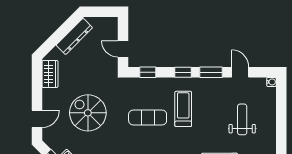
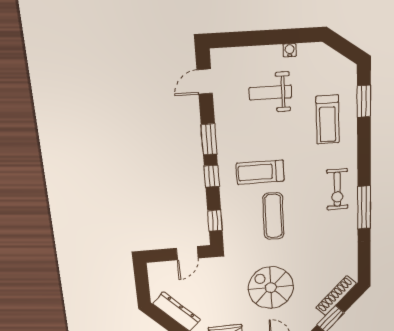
door: (240, 72) -> (205, 82), moved
water cooler: (271, 82) -> (290, 50), moved
spiral stairs: (88, 113) -> (271, 288), turned 90

